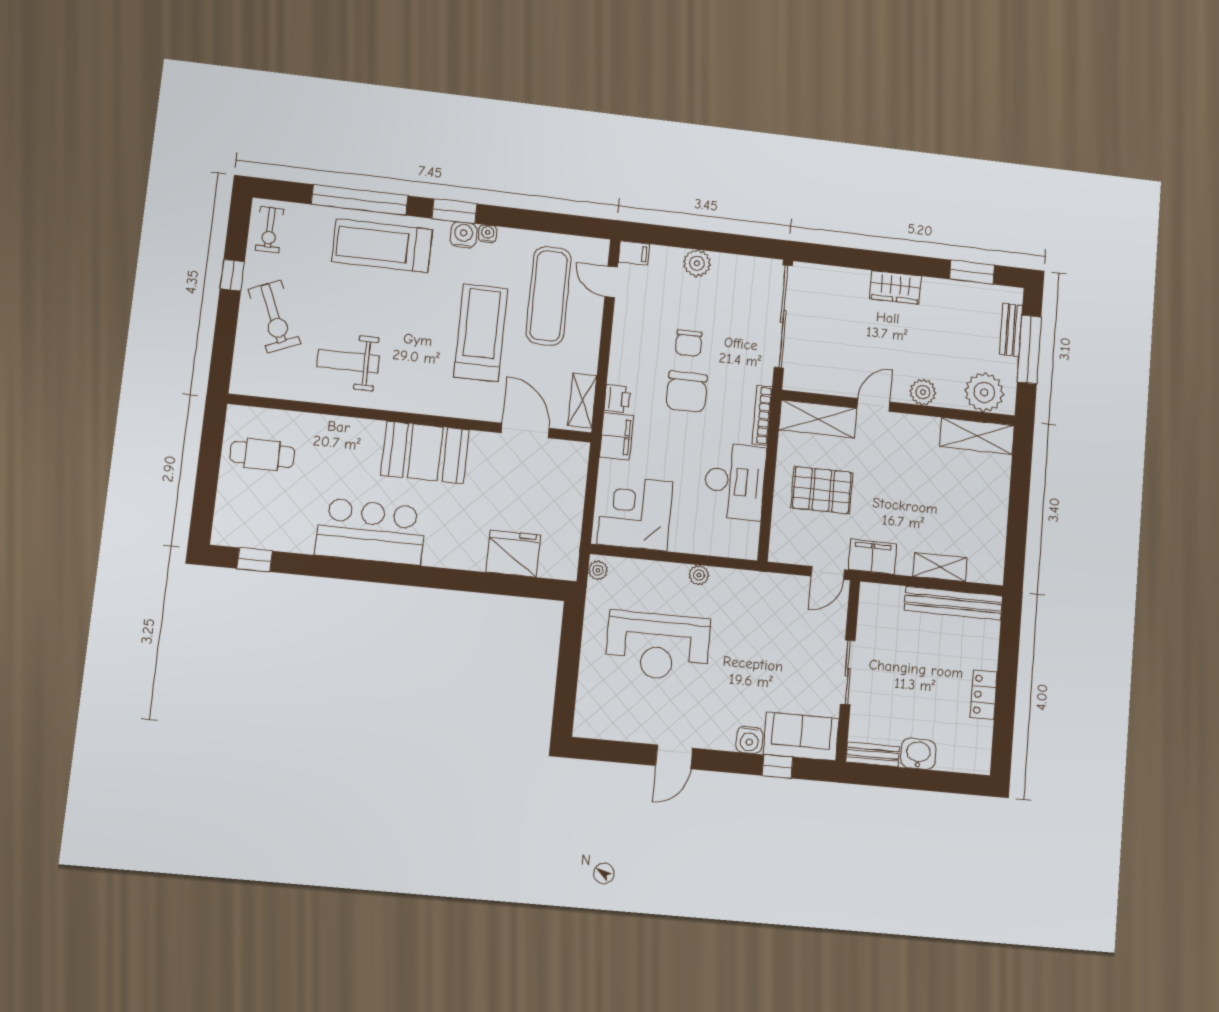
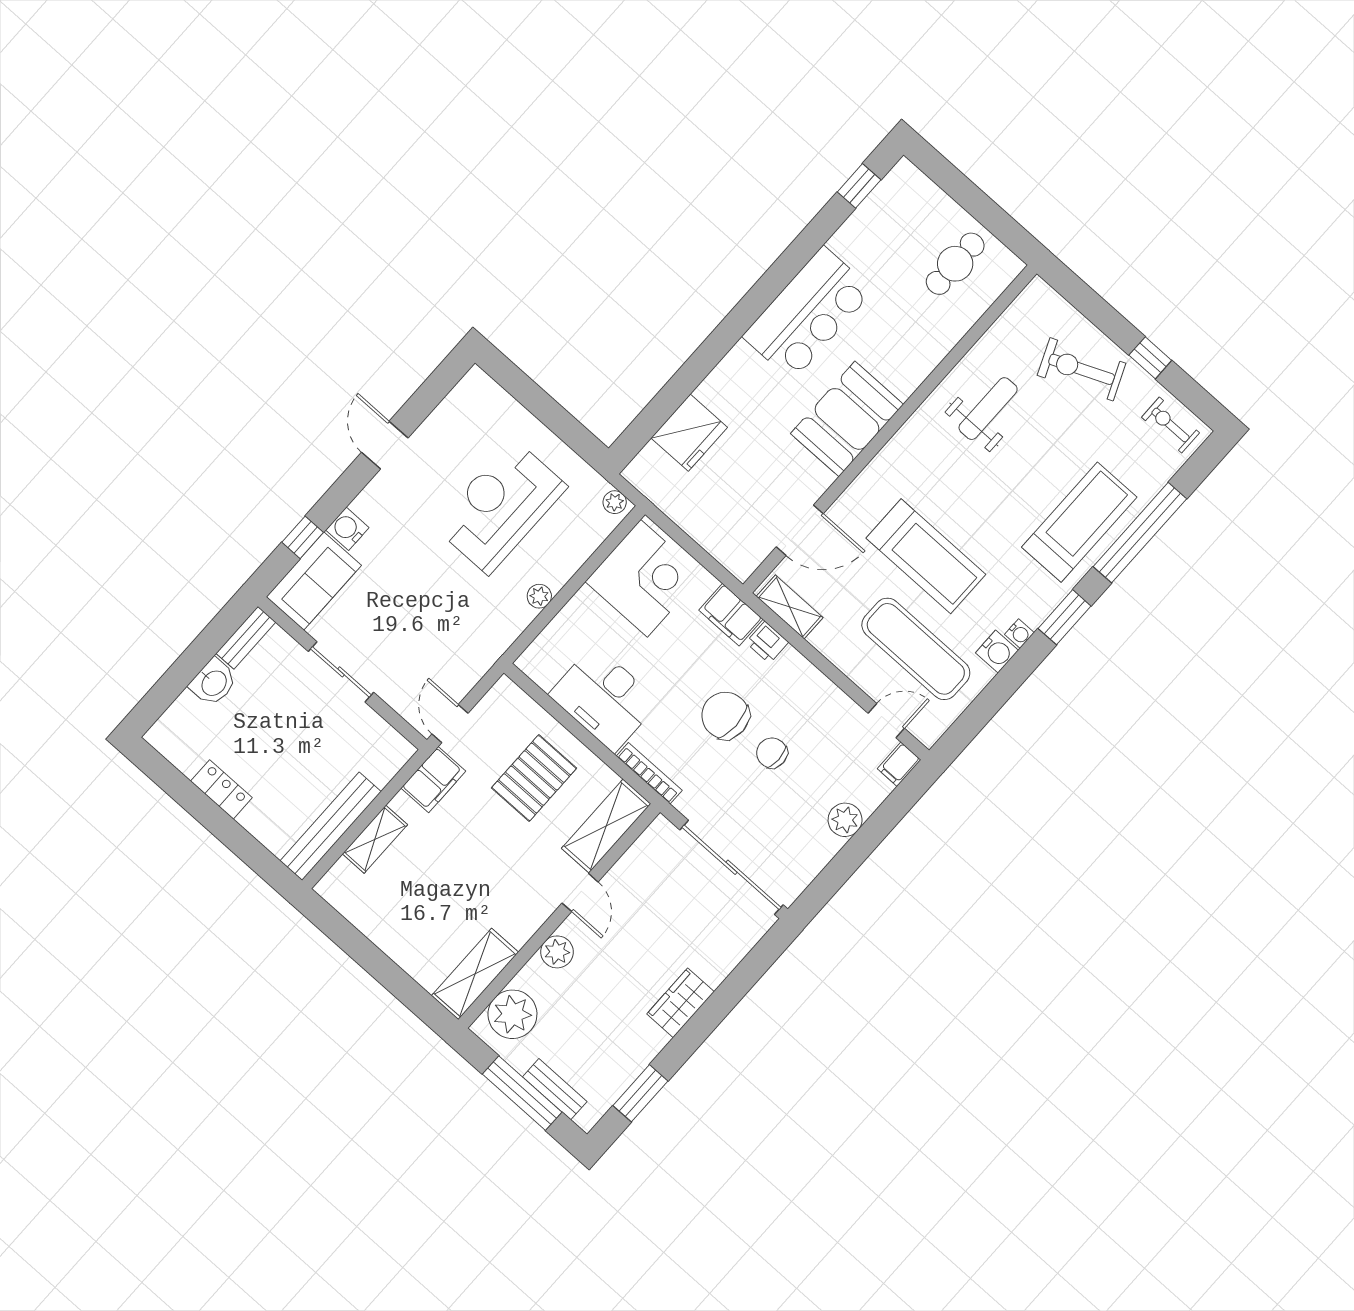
water cooler: (464, 235) -> (997, 652), moved

